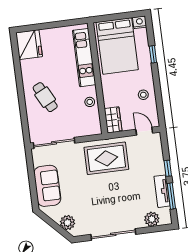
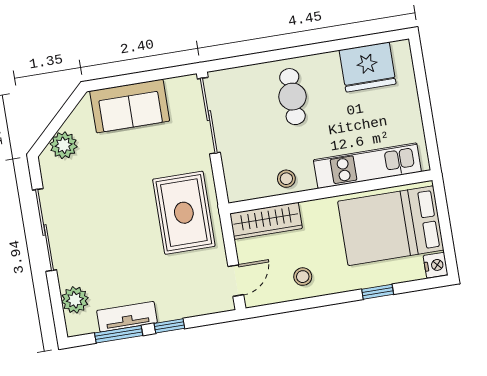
fridge: (29, 45) -> (368, 67), moved
cafe table: (45, 97) -> (292, 97), turned -63
wardrobe: (113, 120) -> (266, 221), width x1.50

